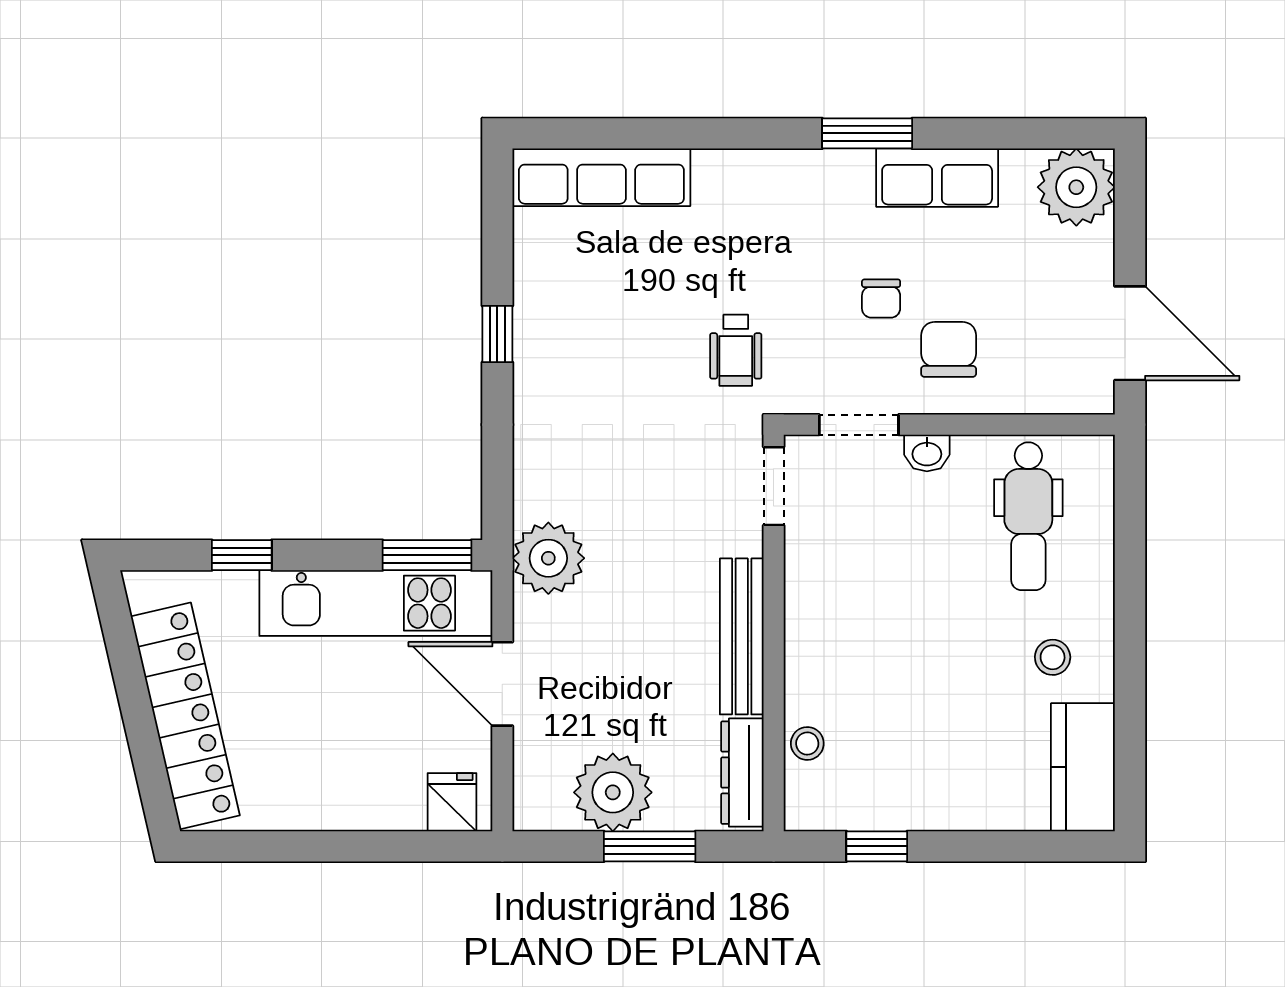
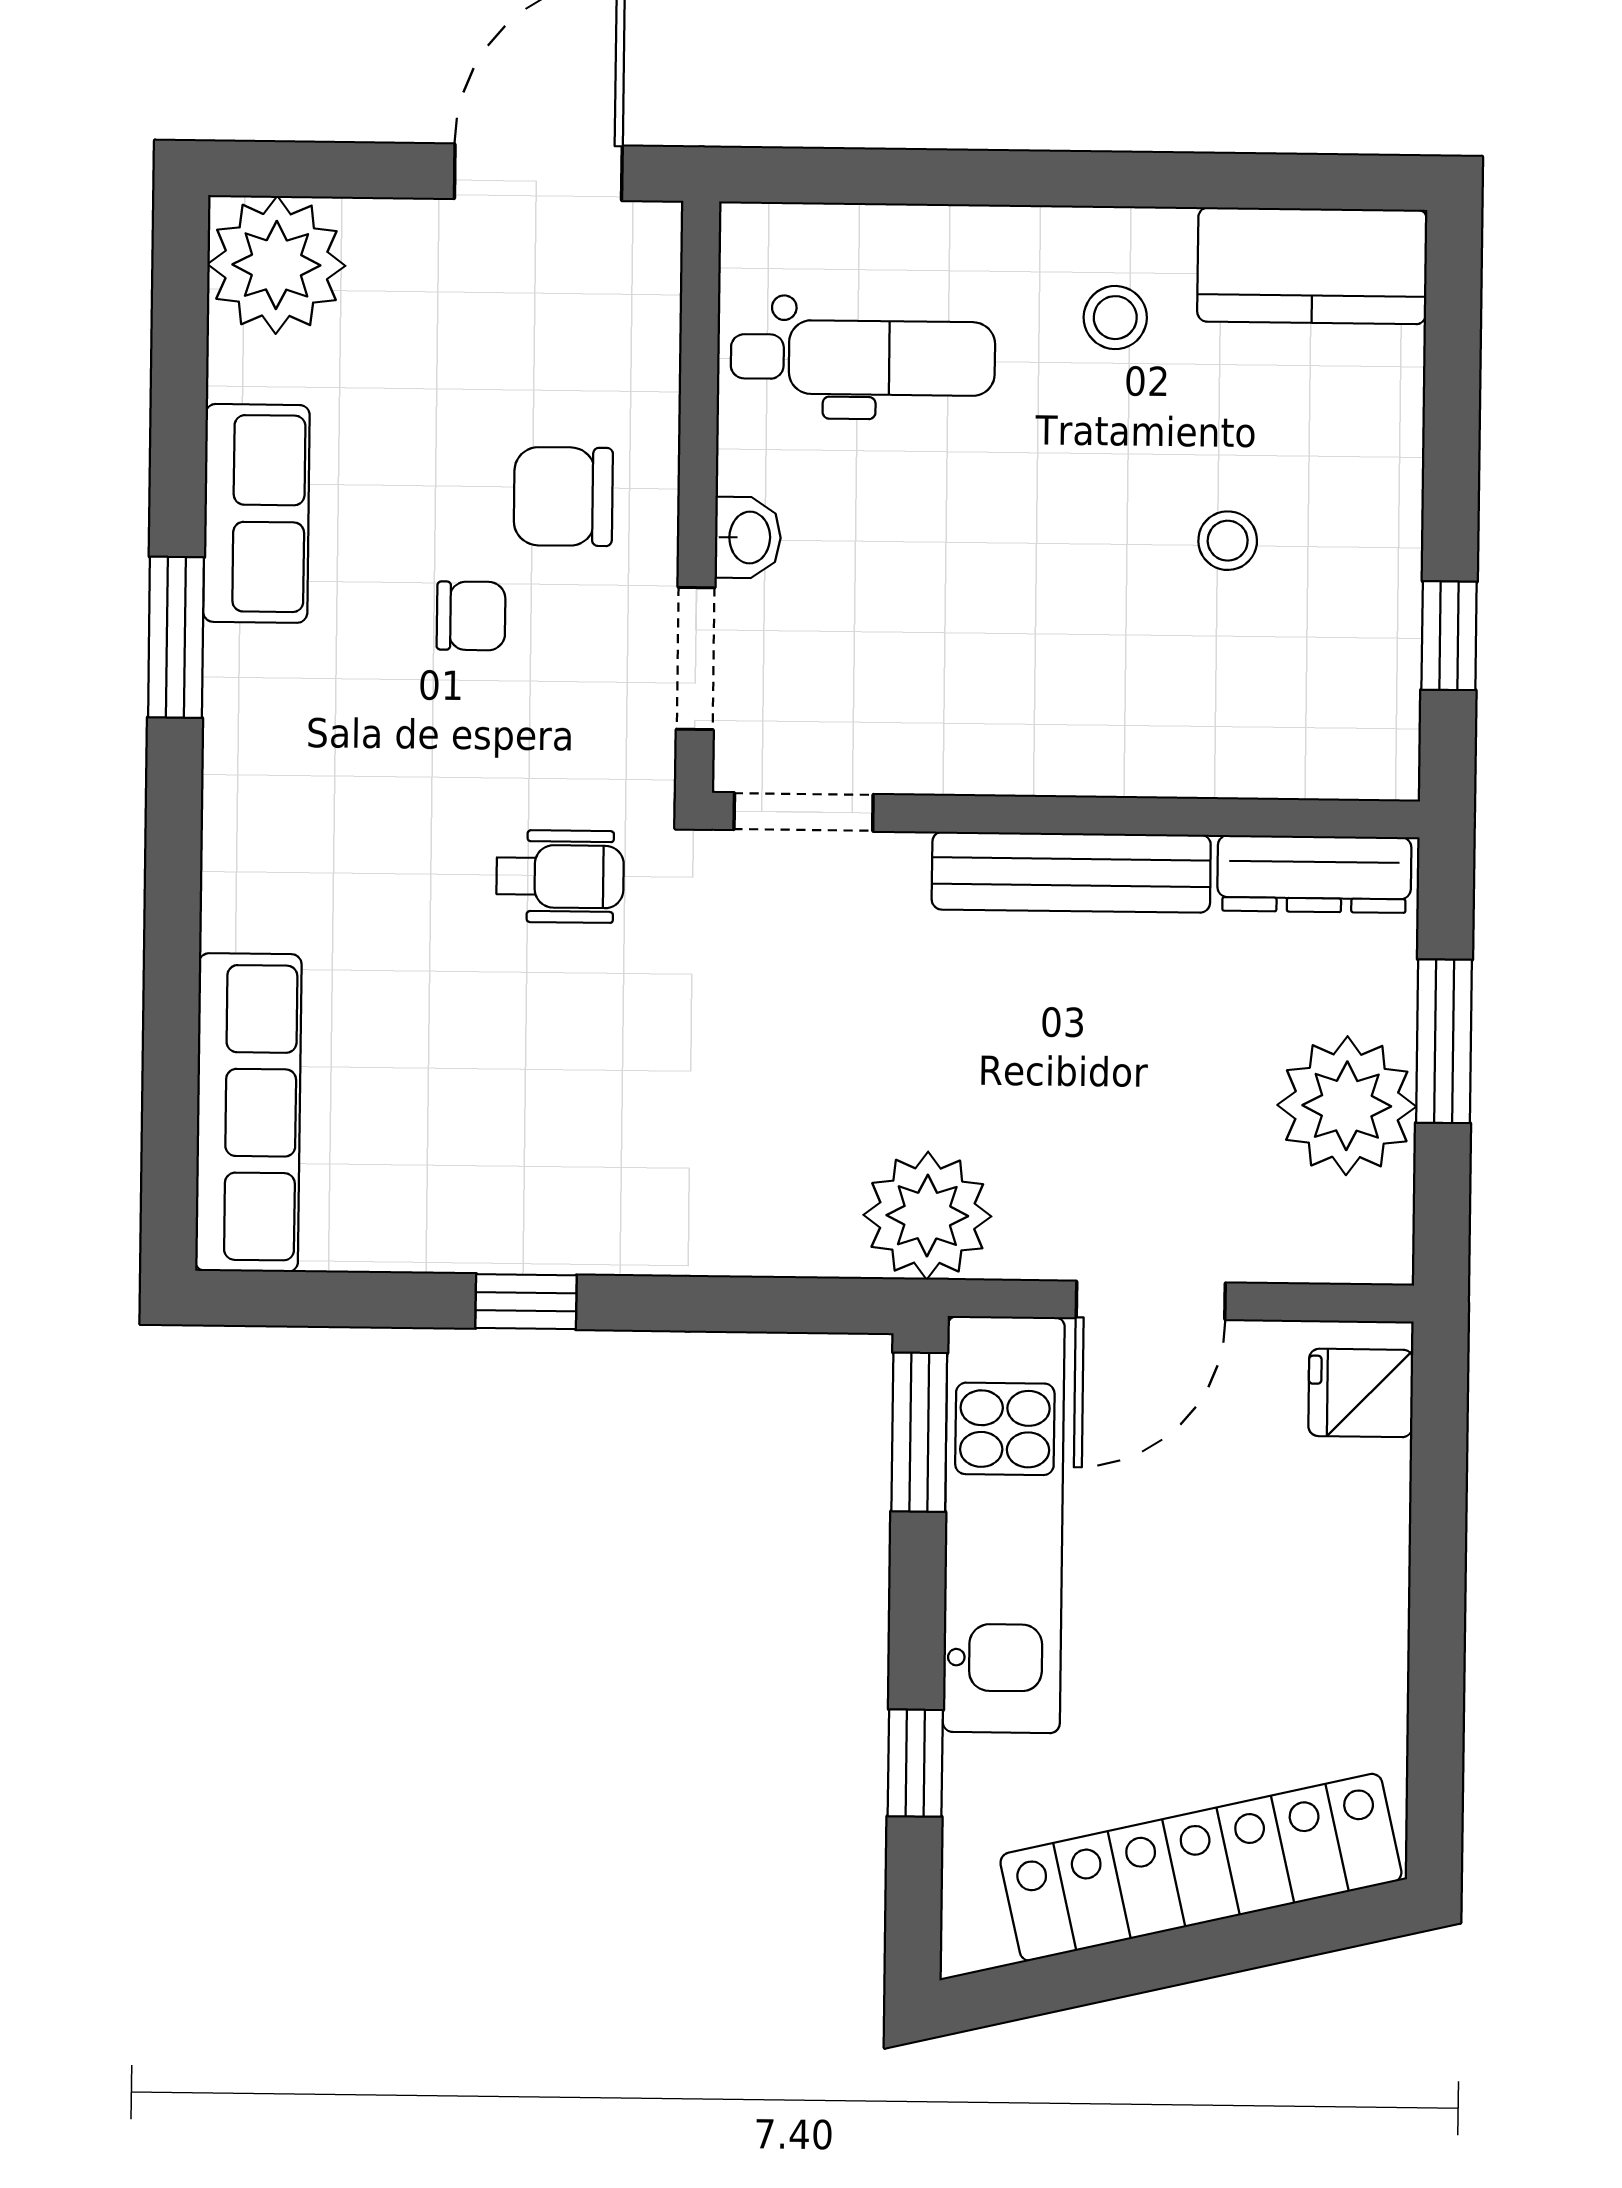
stool: (807, 743) -> (1228, 541), moved

